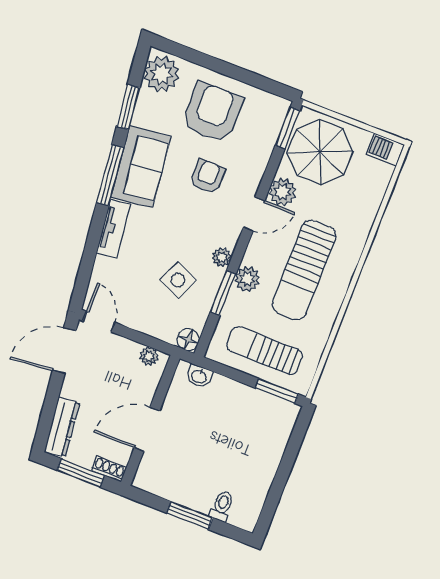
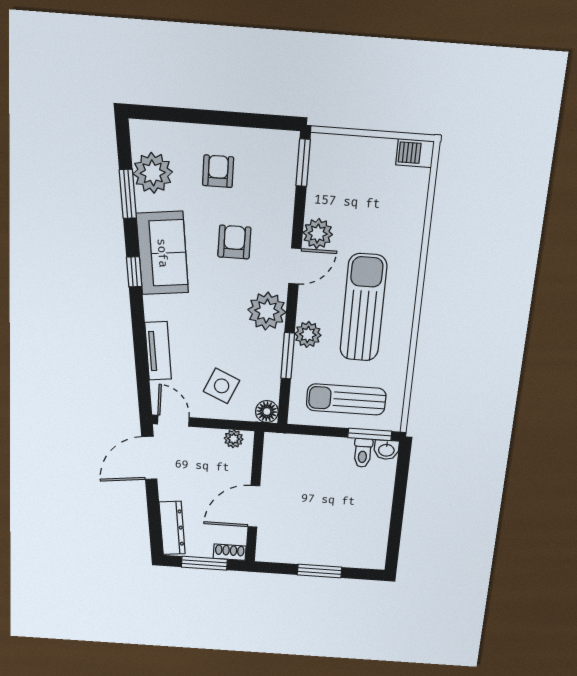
plant: (162, 74) -> (153, 173), moved
armchair: (212, 112) -> (218, 171), width x0.53, depth x0.53
parasol: (320, 152) -> (345, 178), removed
window: (110, 175) -> (134, 272), width x0.46
tv unit: (113, 229) -> (158, 351), moved
plant: (222, 257) -> (267, 311), width x1.87, depth x1.87
sun lounger: (304, 270) -> (363, 308), turned 180
side table: (178, 280) -> (222, 386), moved
washbasin: (199, 376) -> (386, 450), moved
toilet: (222, 506) -> (363, 453), moved, turned 180

